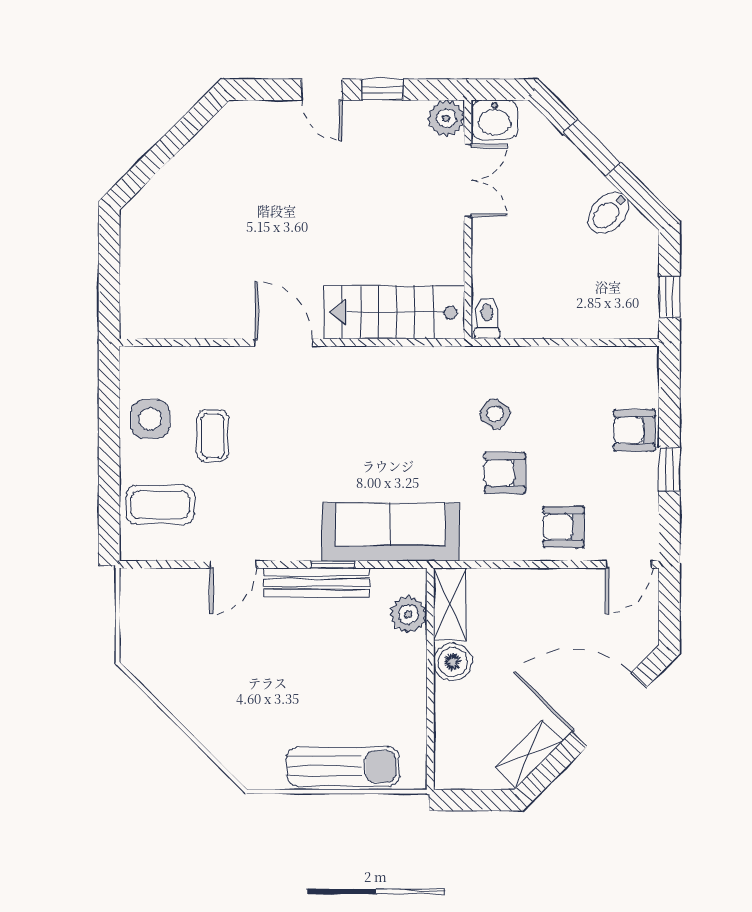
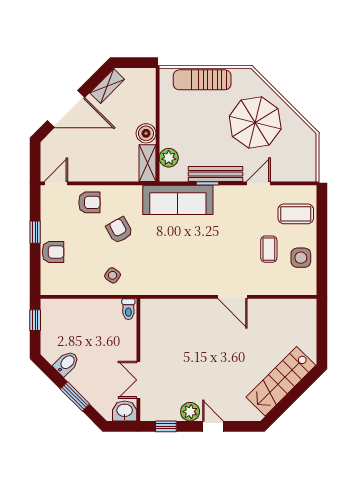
window: (383, 90) -> (166, 426), moved
plant: (446, 118) -> (190, 412), moved
stairs: (394, 313) -> (281, 381), moved, turned 135
side table: (495, 414) -> (113, 275), moved
armchair: (505, 473) -> (119, 230), turned -119
parasol: (239, 683) -> (255, 122), added

